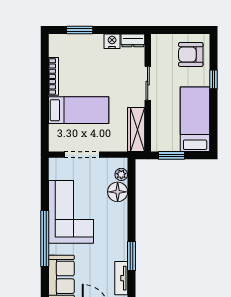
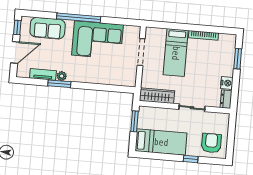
plant: (121, 174) -> (62, 76), moved
floor lamp: (118, 192) -> (110, 77), removed

